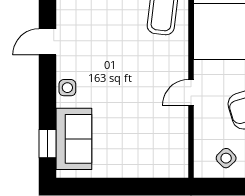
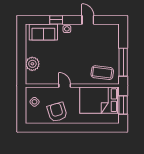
window: (48, 144) -> (56, 20), moved
plant: (143, 163) -> (32, 64), added

